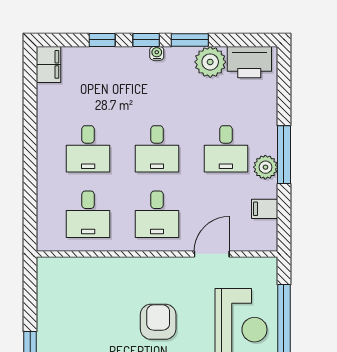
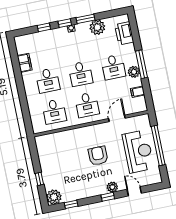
printer: (249, 62) -> (124, 33), moved, turned 90
filing cabinet: (48, 64) -> (25, 63), moved

